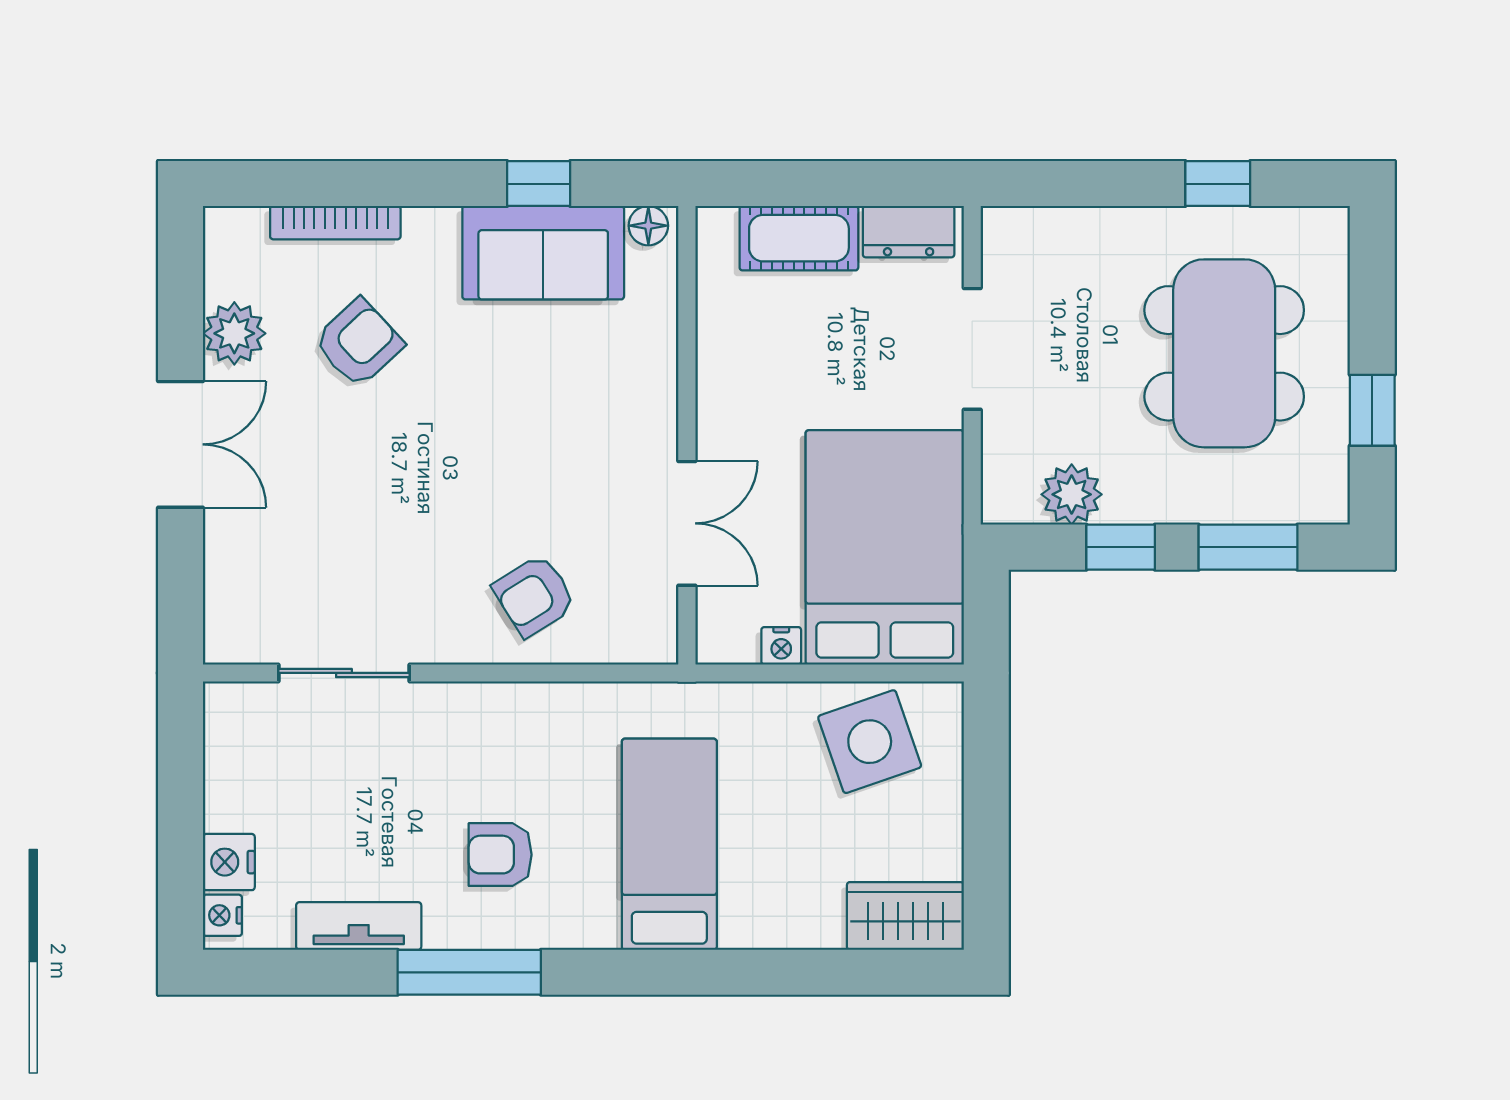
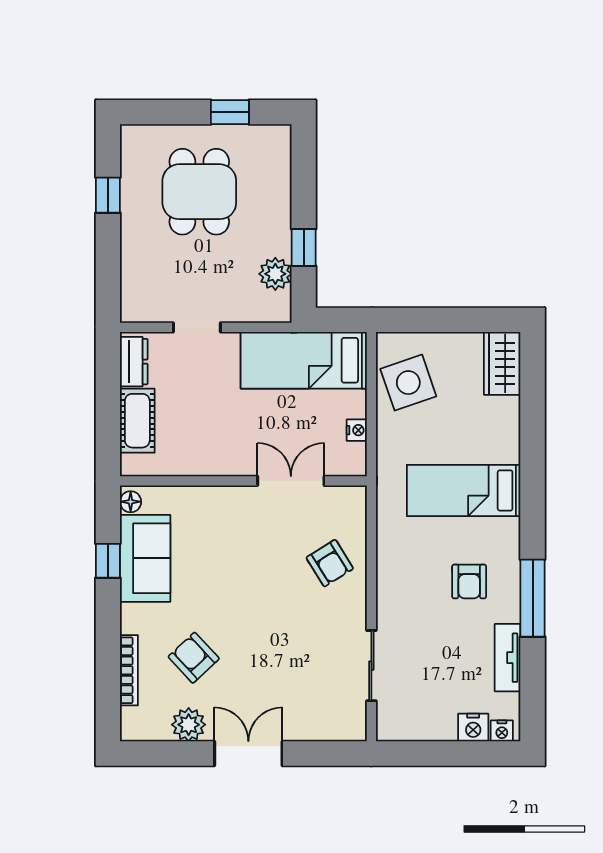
doorway: (972, 349) -> (197, 327), width x0.73
dining table: (1224, 353) -> (199, 192), width x0.73
bed: (885, 547) -> (304, 360), width x0.67
window: (1248, 547) -> (304, 179), removed

